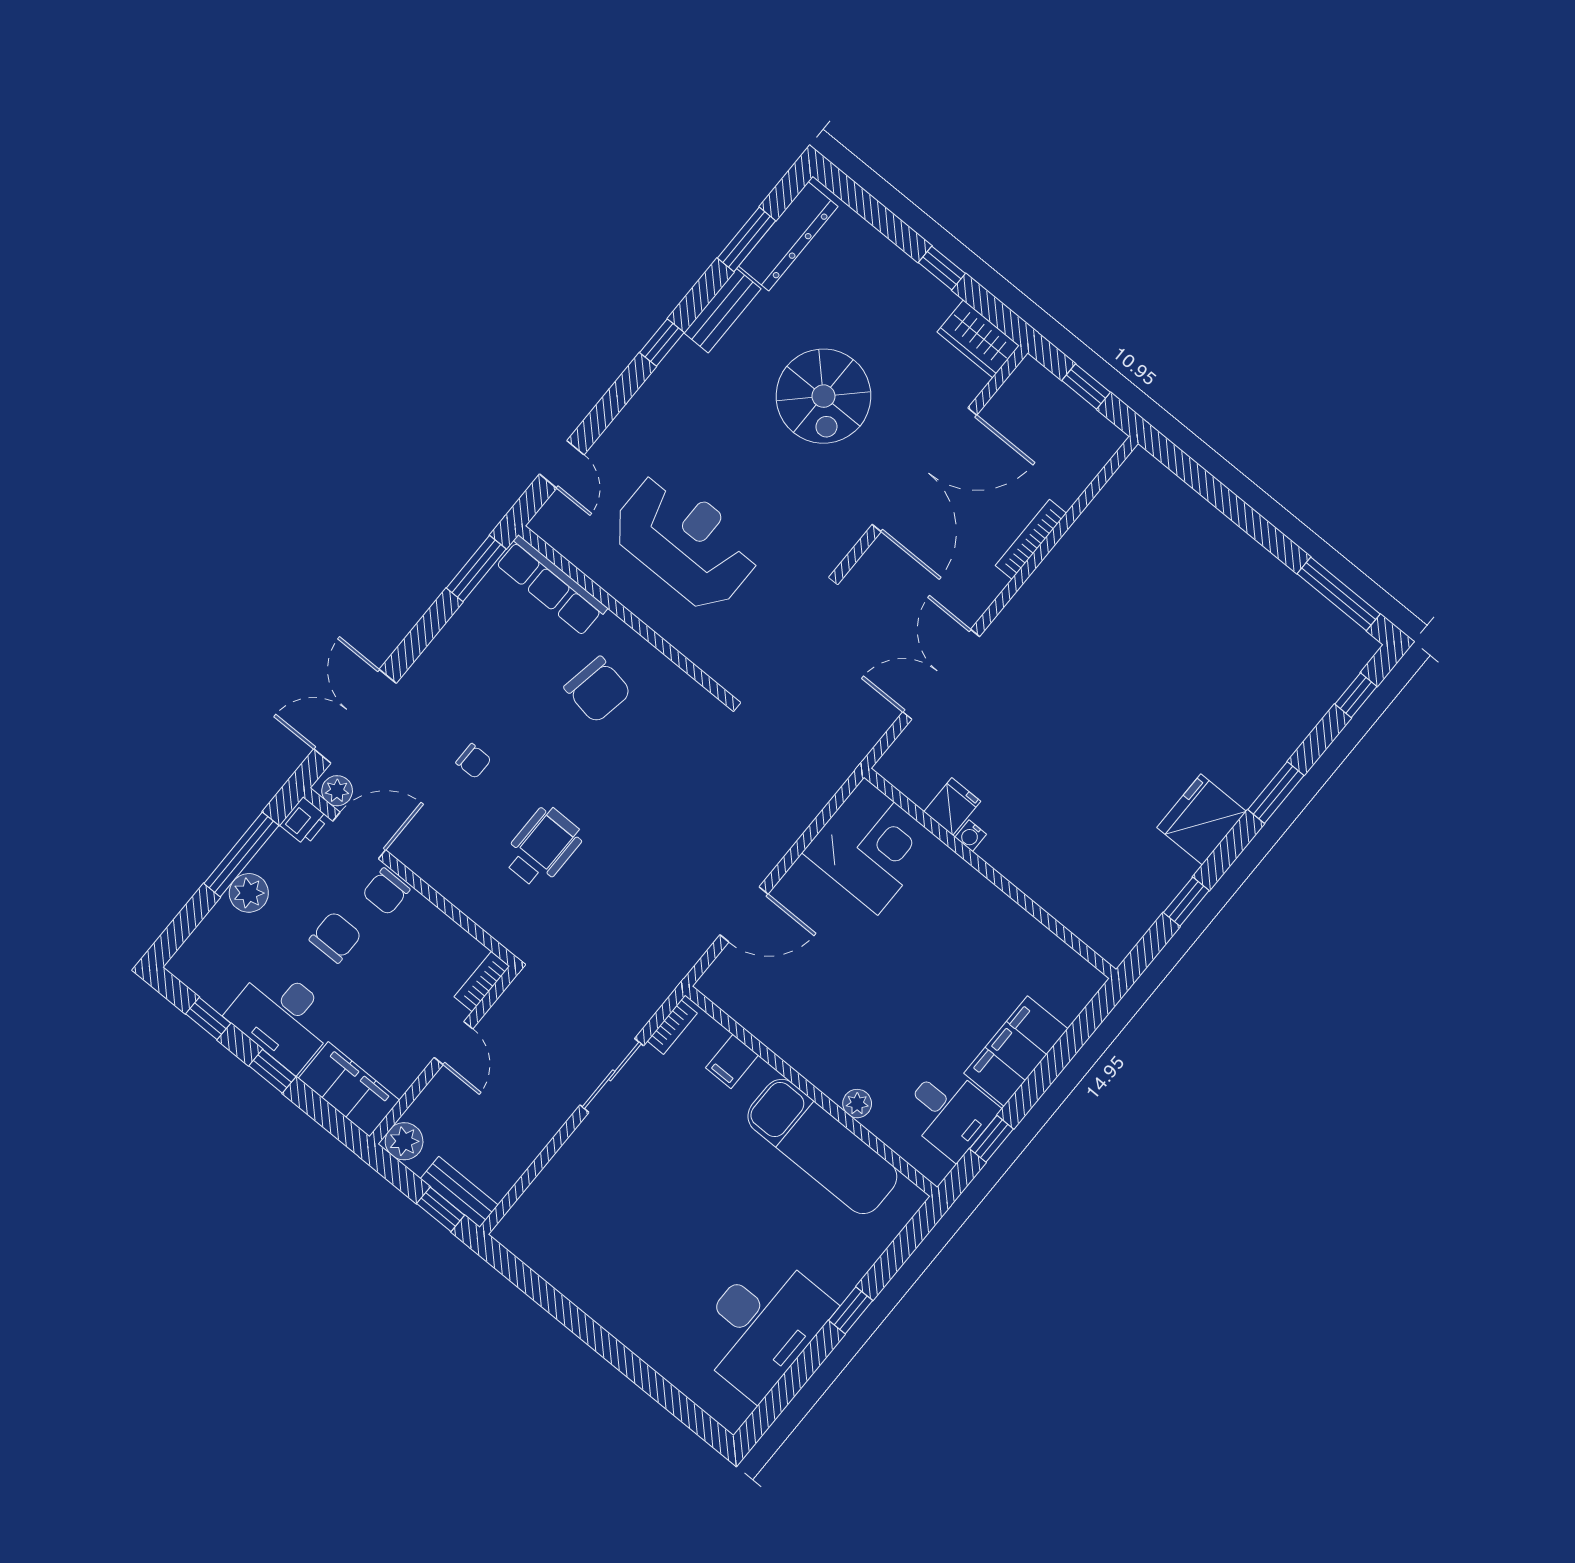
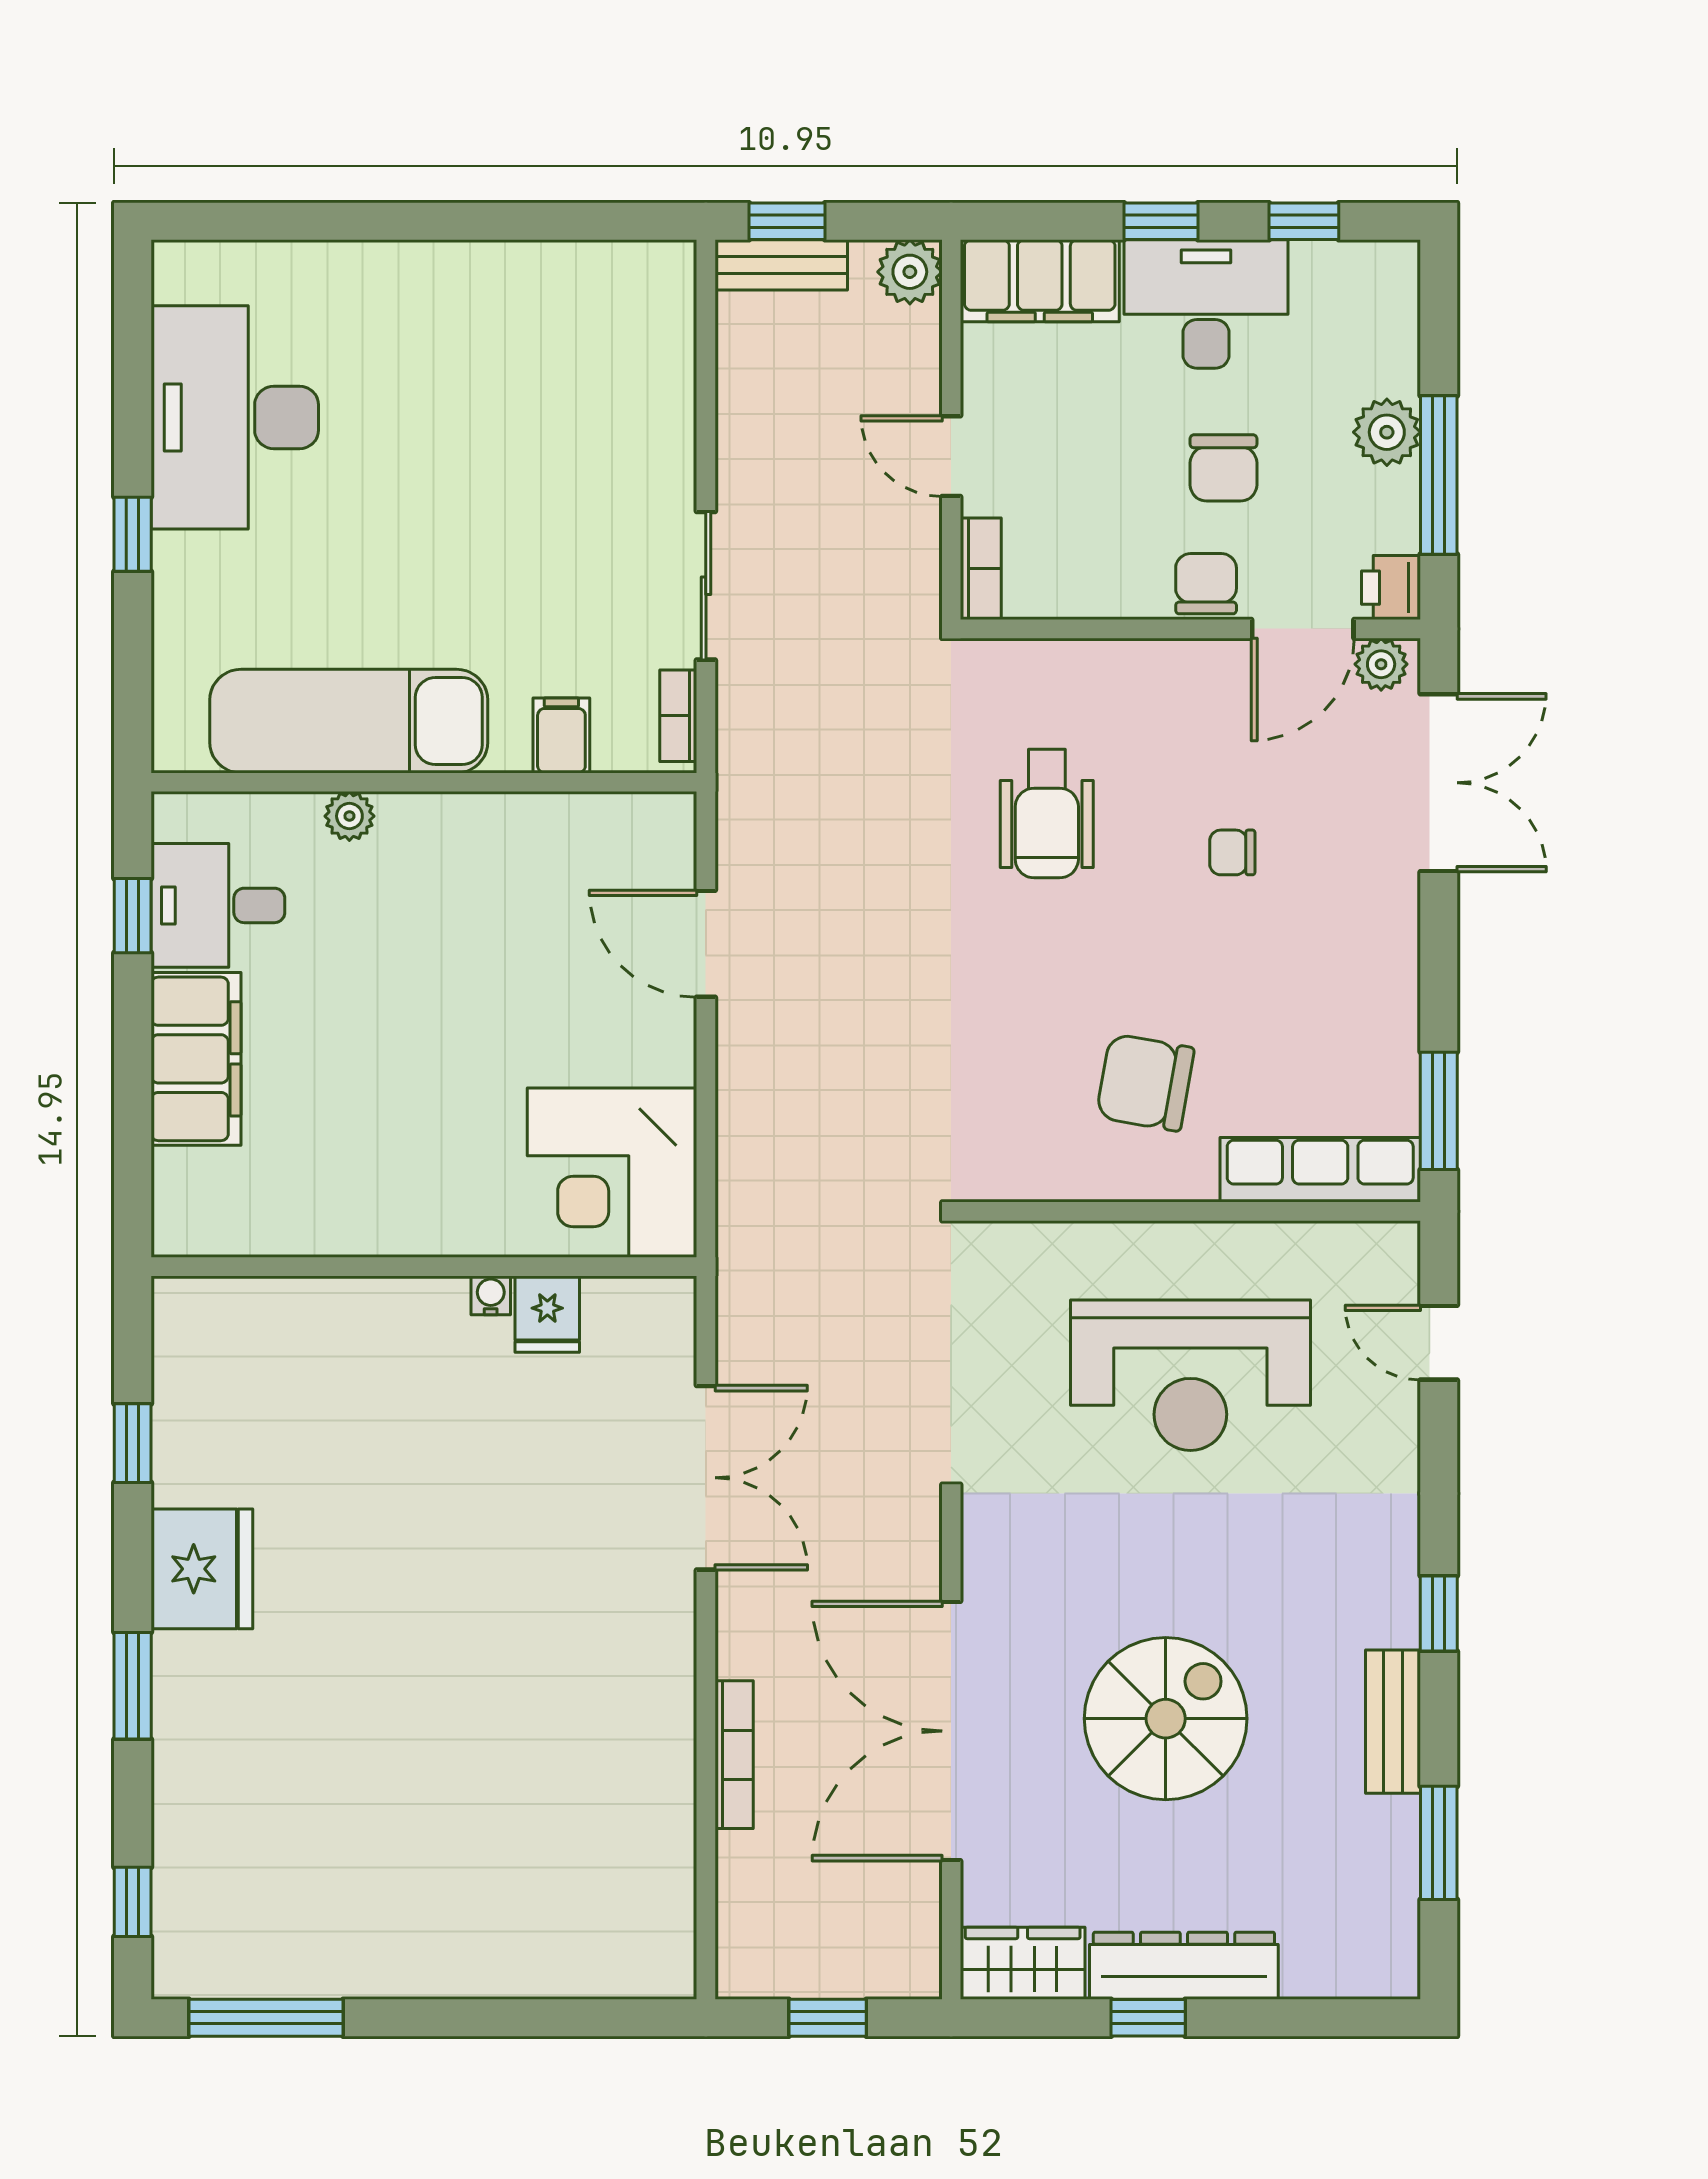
dresser: (788, 236) -> (1184, 1966), moved, turned 90
spiral stairs: (823, 396) -> (1166, 1719), turned 90
door: (744, 914) -> (706, 944), hinge flipped

